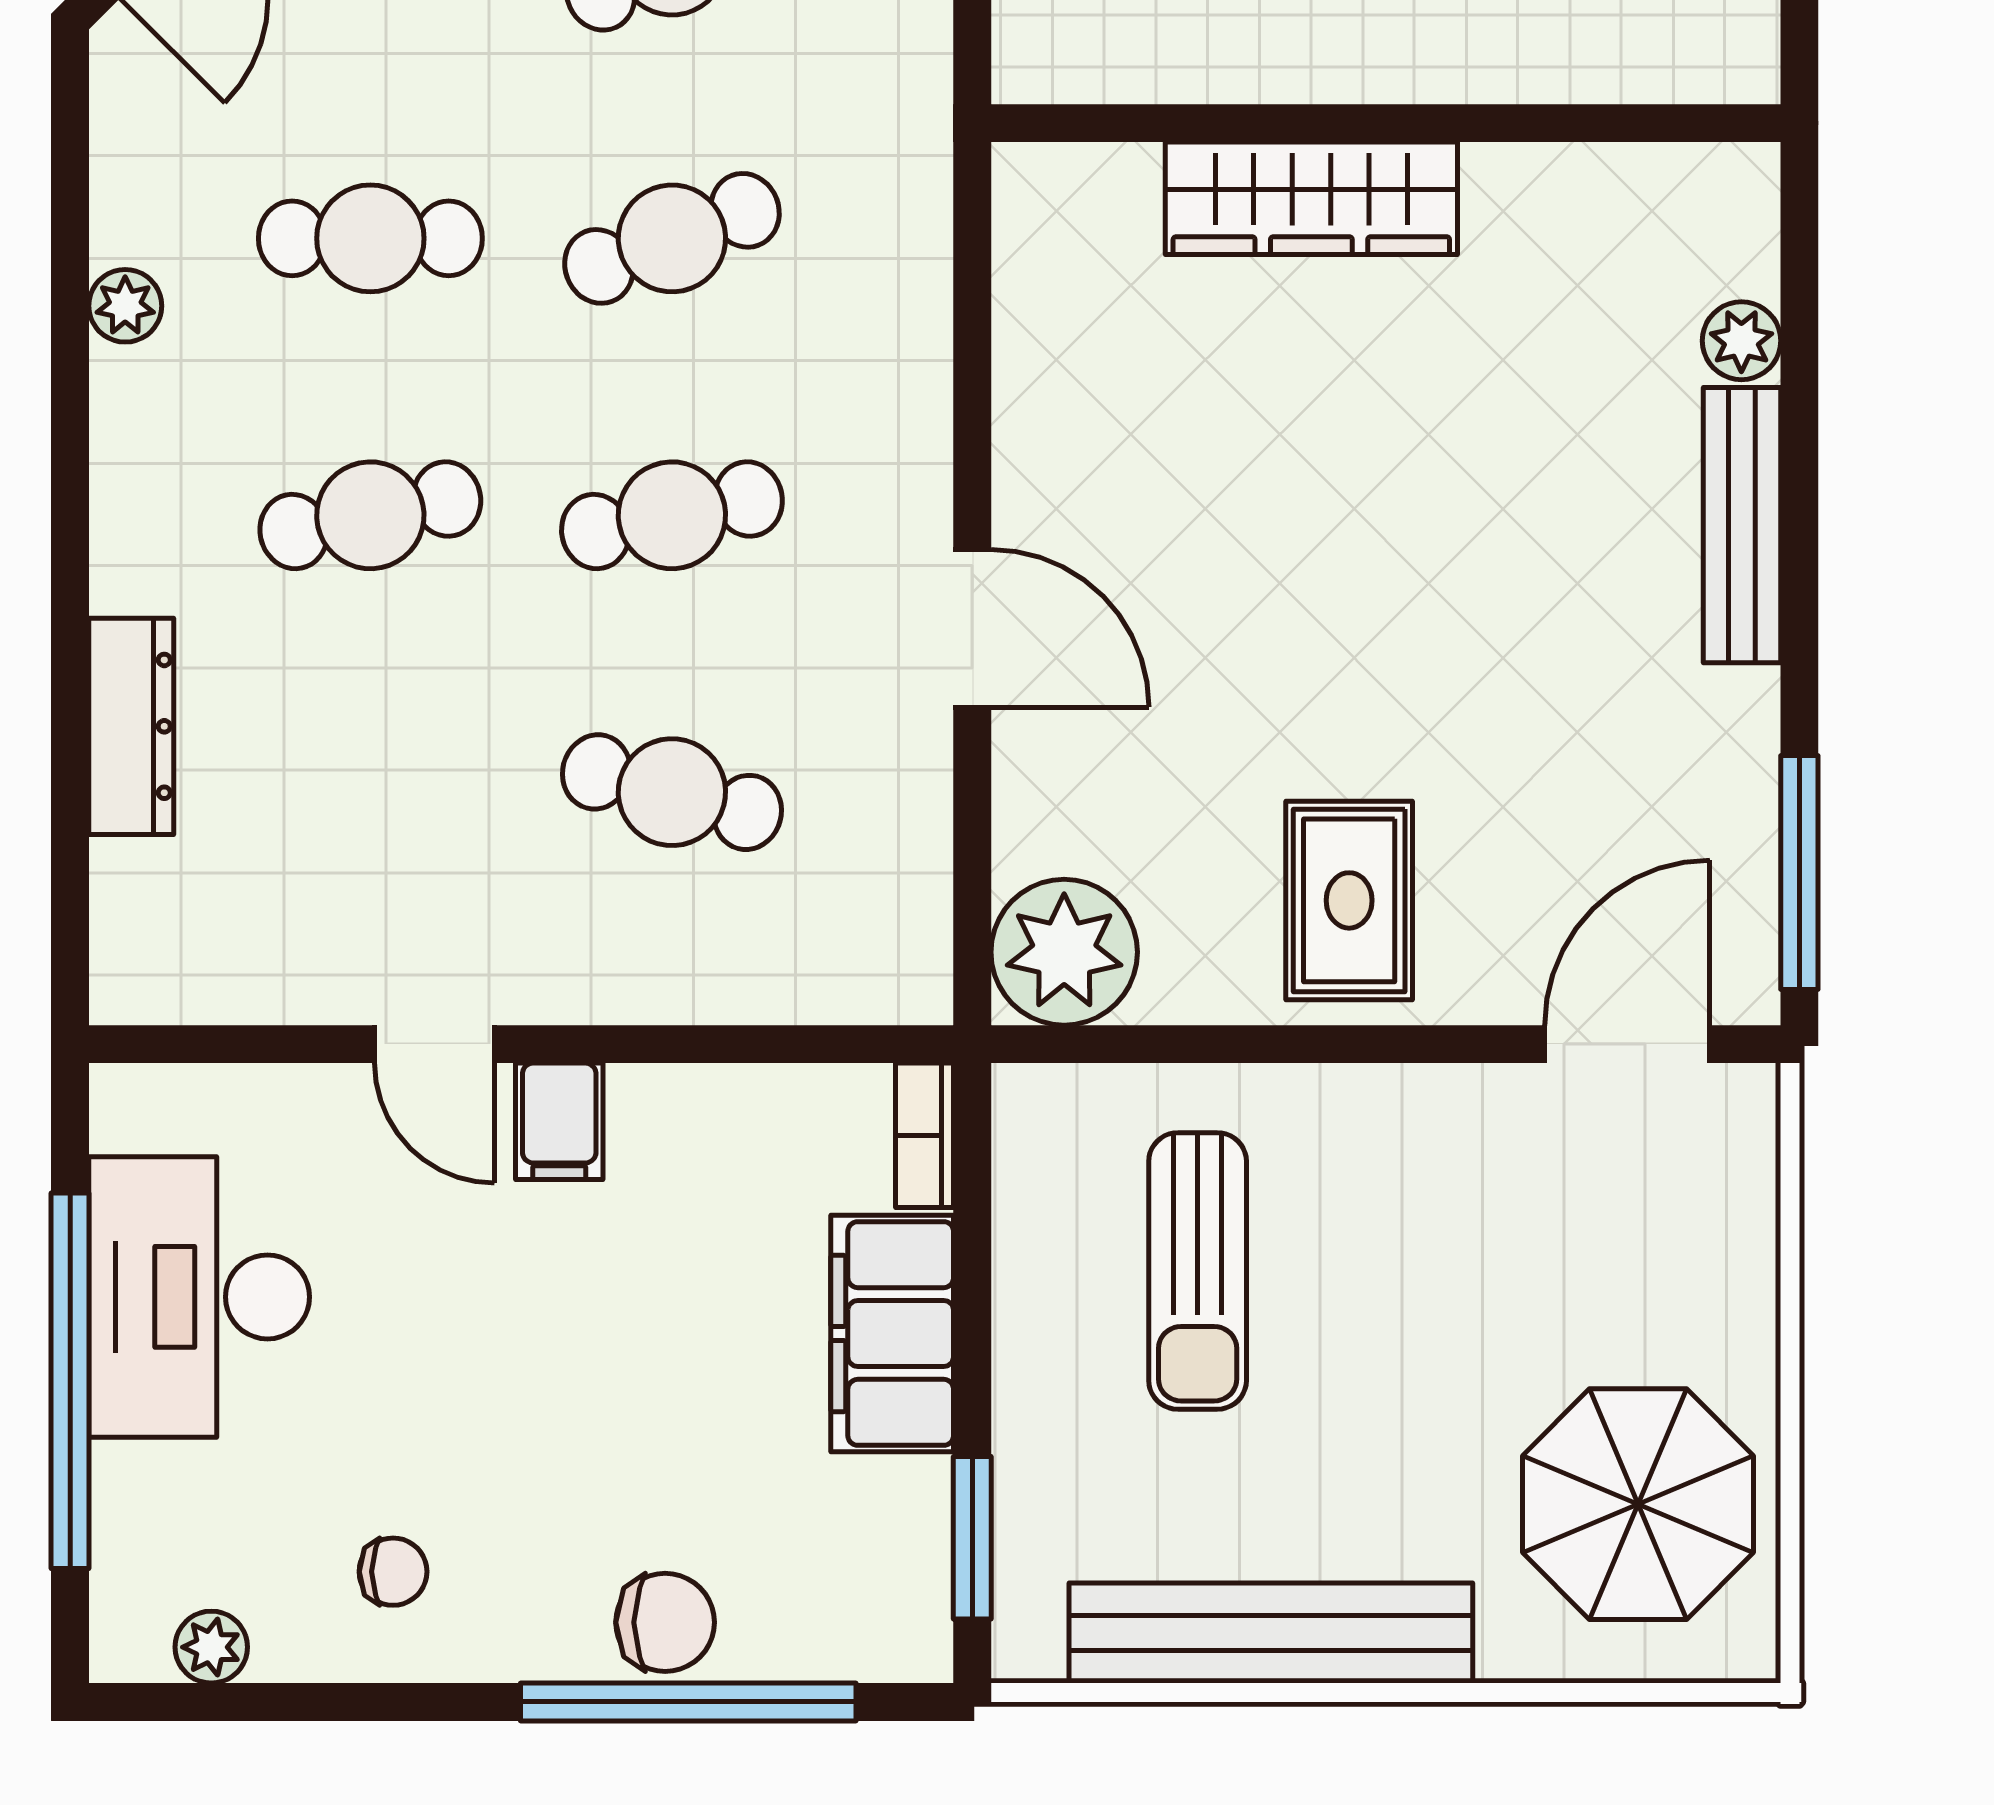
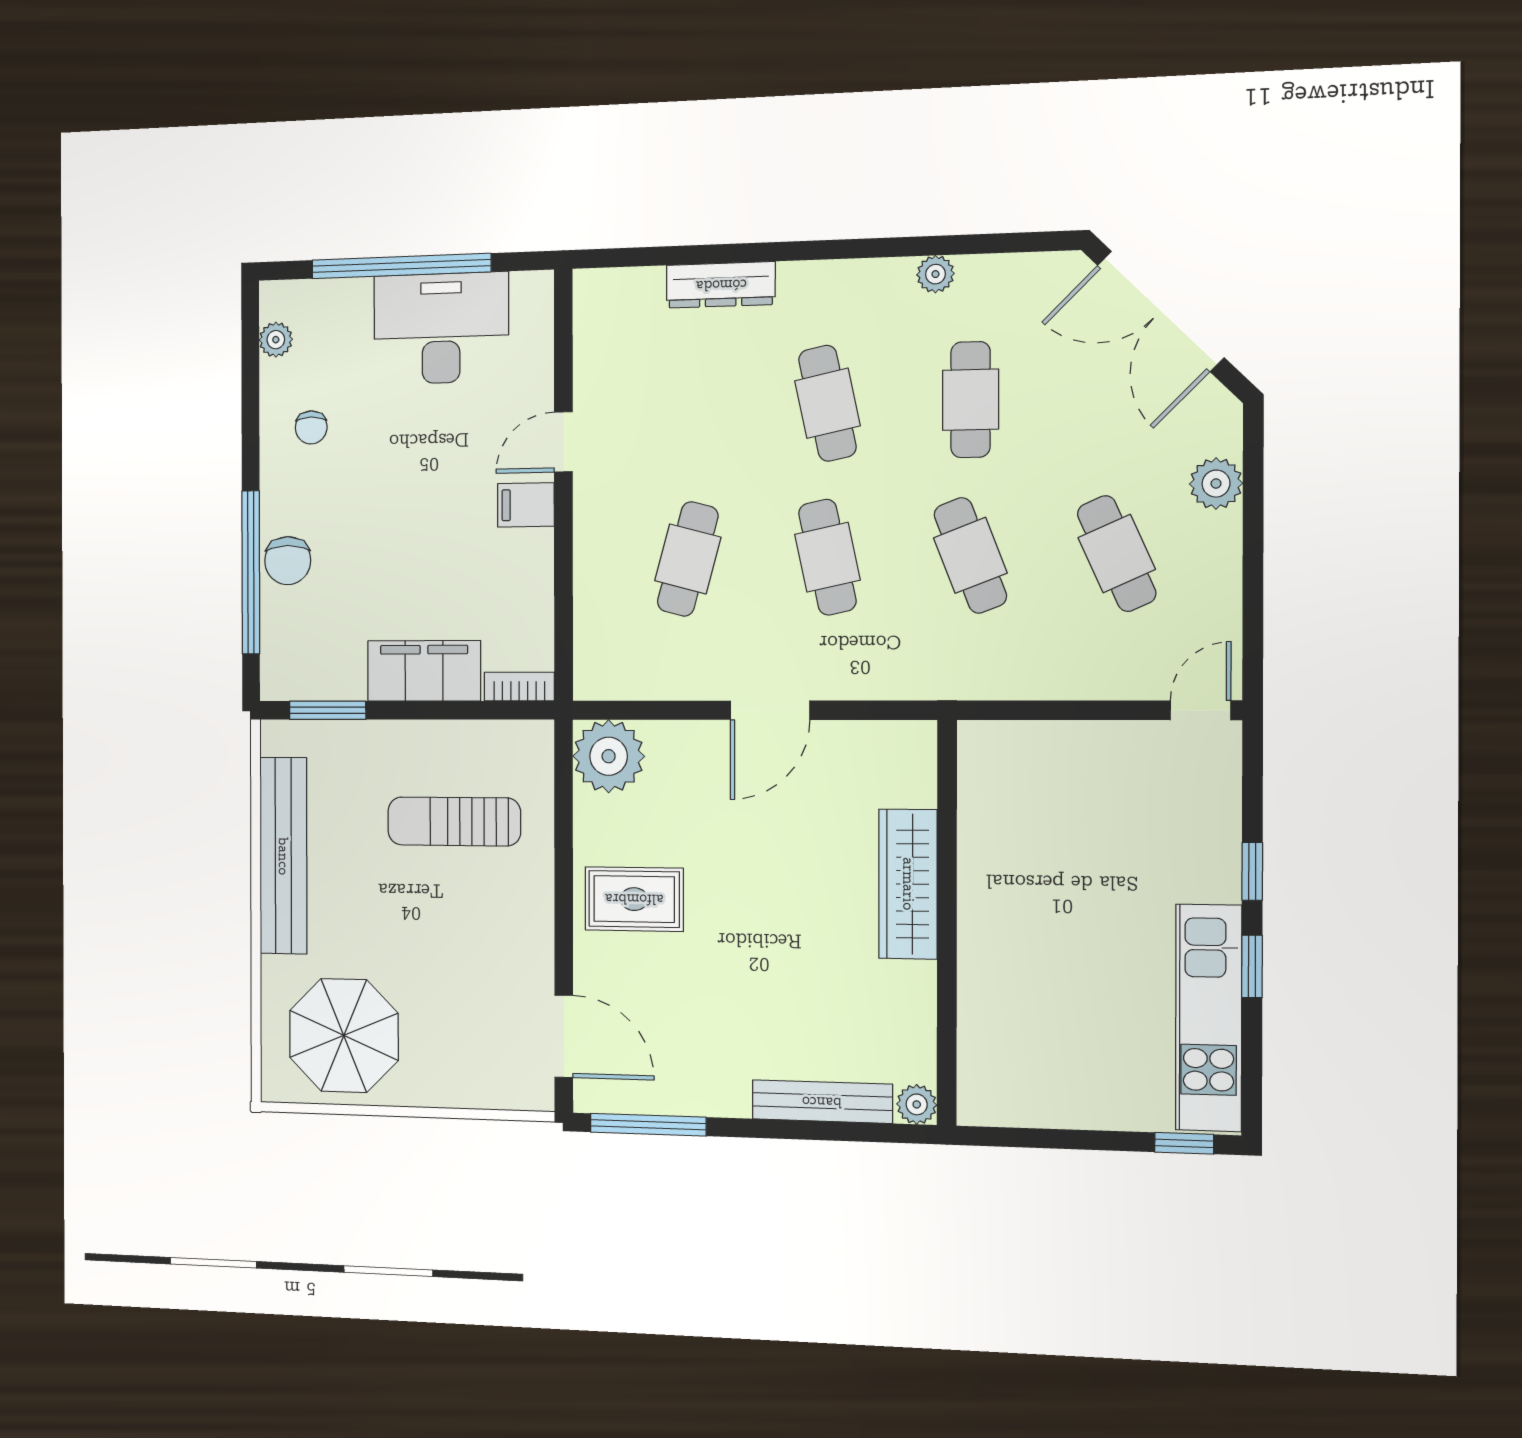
wall: (1386, 123) -> (947, 923), moved
wardrobe: (1311, 198) -> (908, 884), moved

